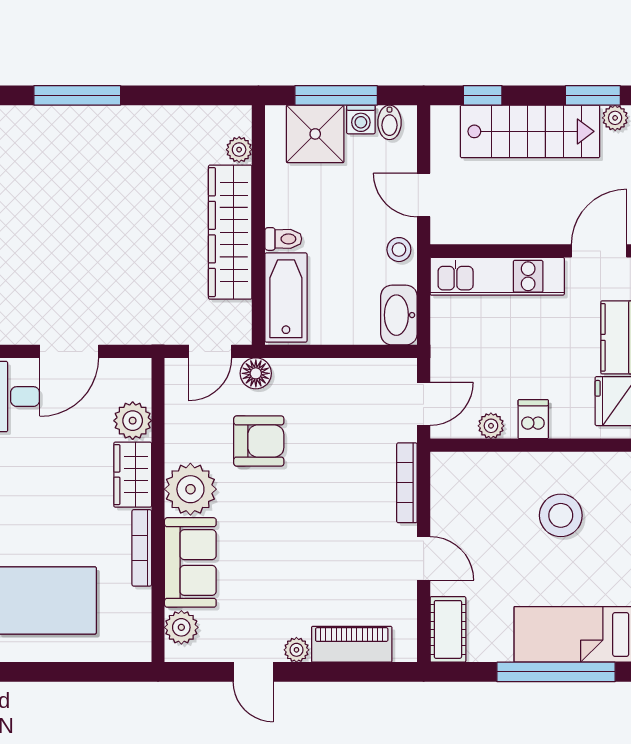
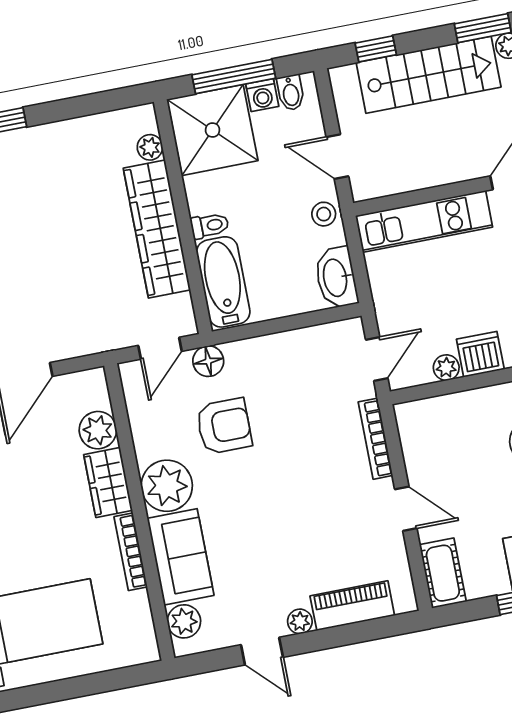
shower: (315, 134) -> (212, 130), width x1.37, depth x1.37
dishwasher: (533, 419) -> (480, 354), width x1.38

